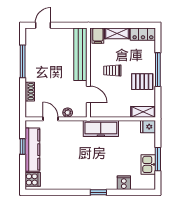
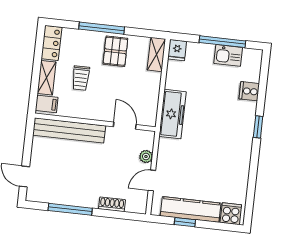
trolley: (112, 71) -> (81, 78), moved
door: (88, 95) -> (125, 126), hinge flipped
window: (158, 159) -> (222, 42), width x1.44

